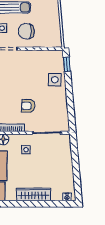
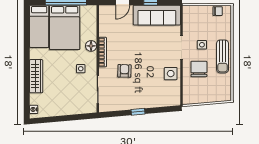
window: (67, 64) -> (138, 112), moved
side table: (55, 80) -> (171, 74), moved

